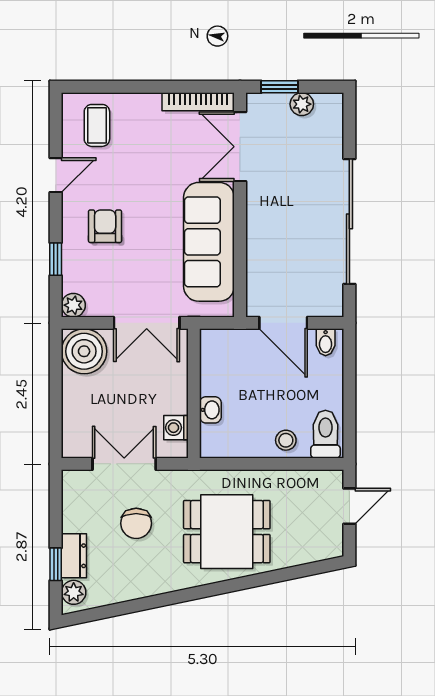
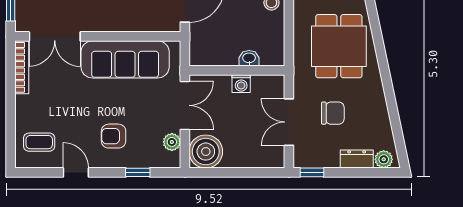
plant: (73, 305) -> (172, 142), moved
washing machine: (176, 428) -> (241, 84), moved
window: (56, 564) -> (312, 172), moved

